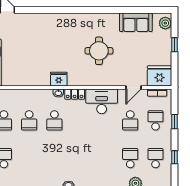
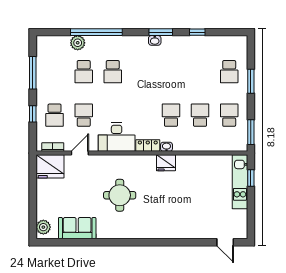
window: (174, 45) -> (33, 202), removed
window: (174, 157) -> (33, 73), width x2.17
school desk: (156, 158) -> (113, 72), moved

